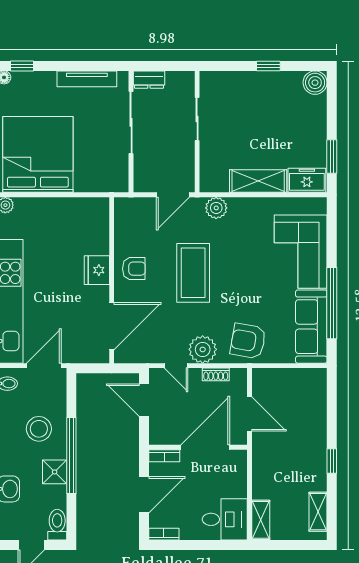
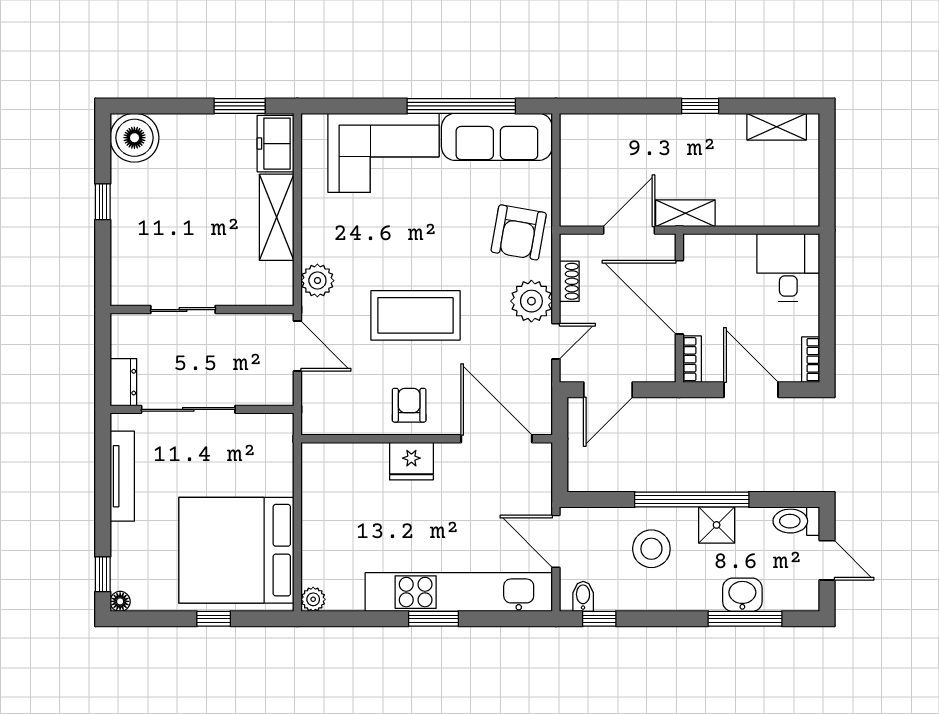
boiler: (315, 83) -> (134, 138), width x1.37, depth x1.37
shelving: (261, 520) -> (685, 213), moved

